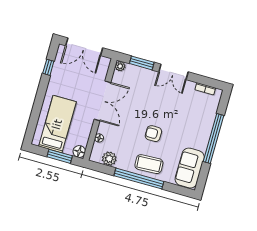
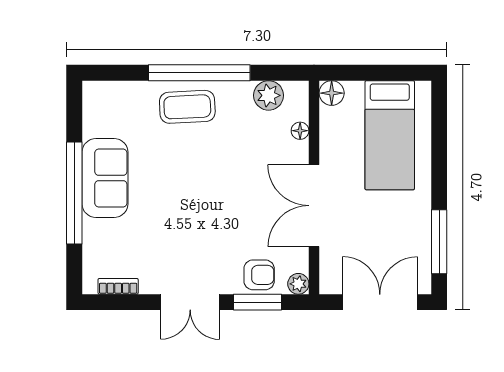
window: (48, 67) -> (439, 242), width x2.17
double door: (173, 72) -> (190, 302), swing flipped
armchair: (153, 134) -> (259, 275), moved
window: (60, 156) -> (368, 73), removed
sofa: (190, 168) -> (105, 178), moved

